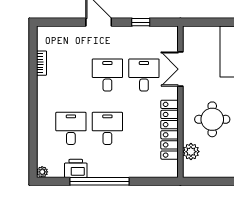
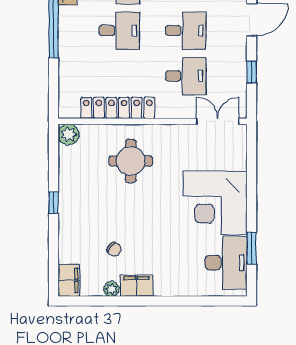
double door: (180, 69) -> (218, 121), moved
plant: (191, 152) -> (69, 134), moved

